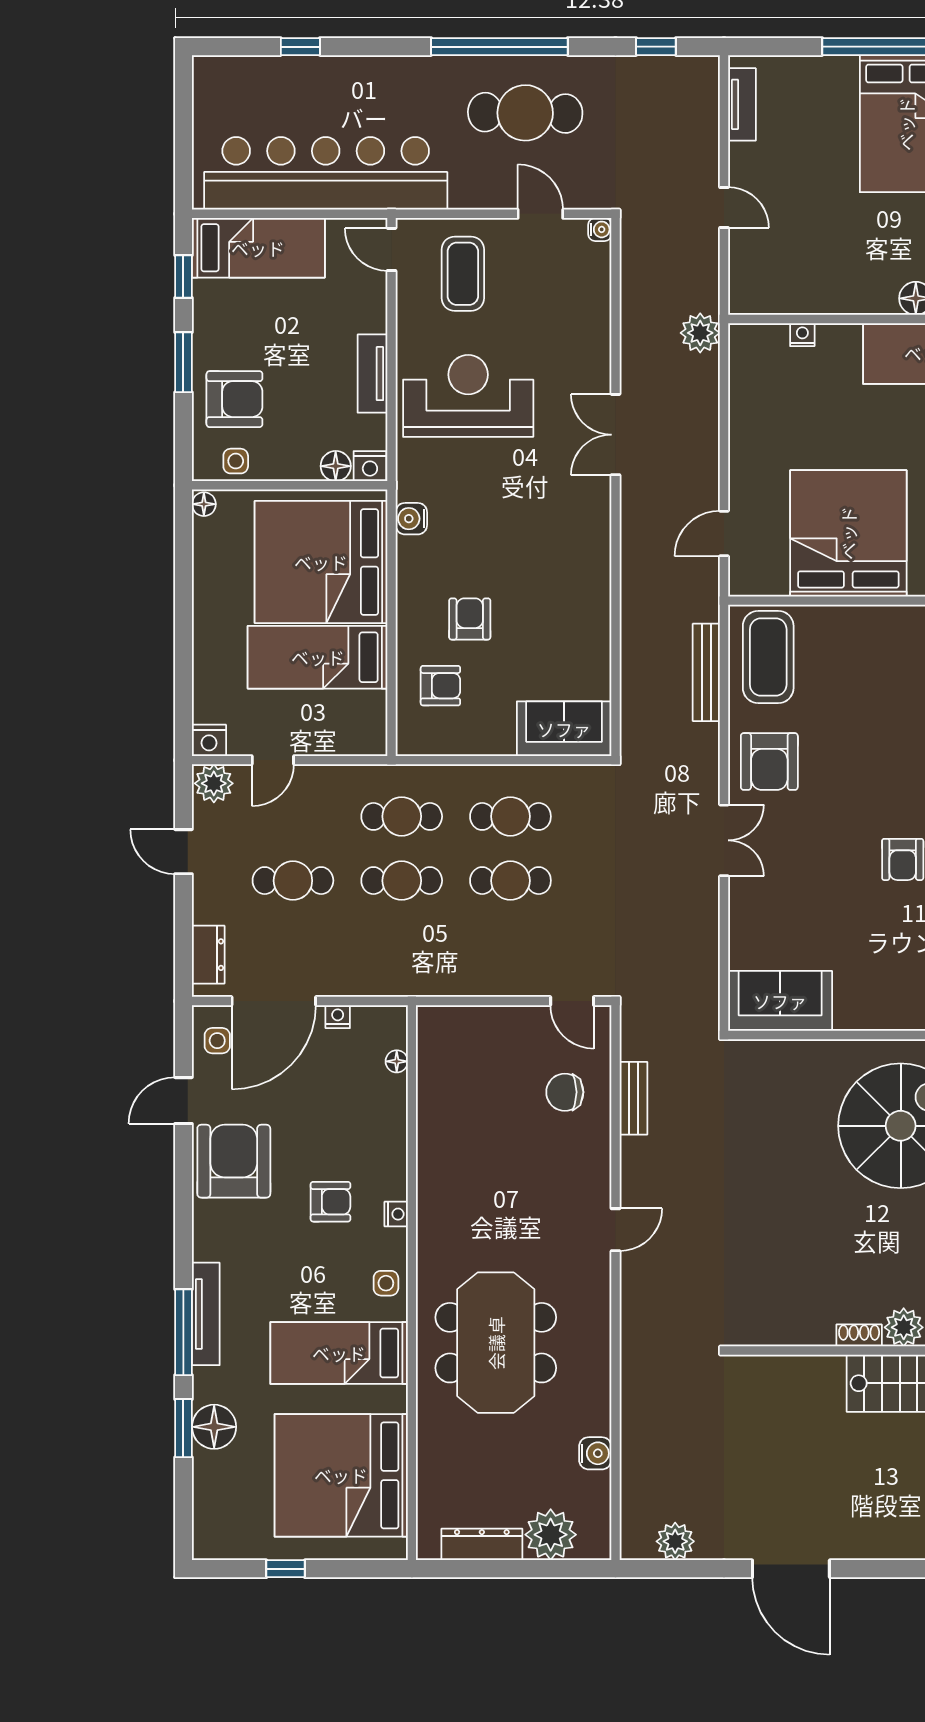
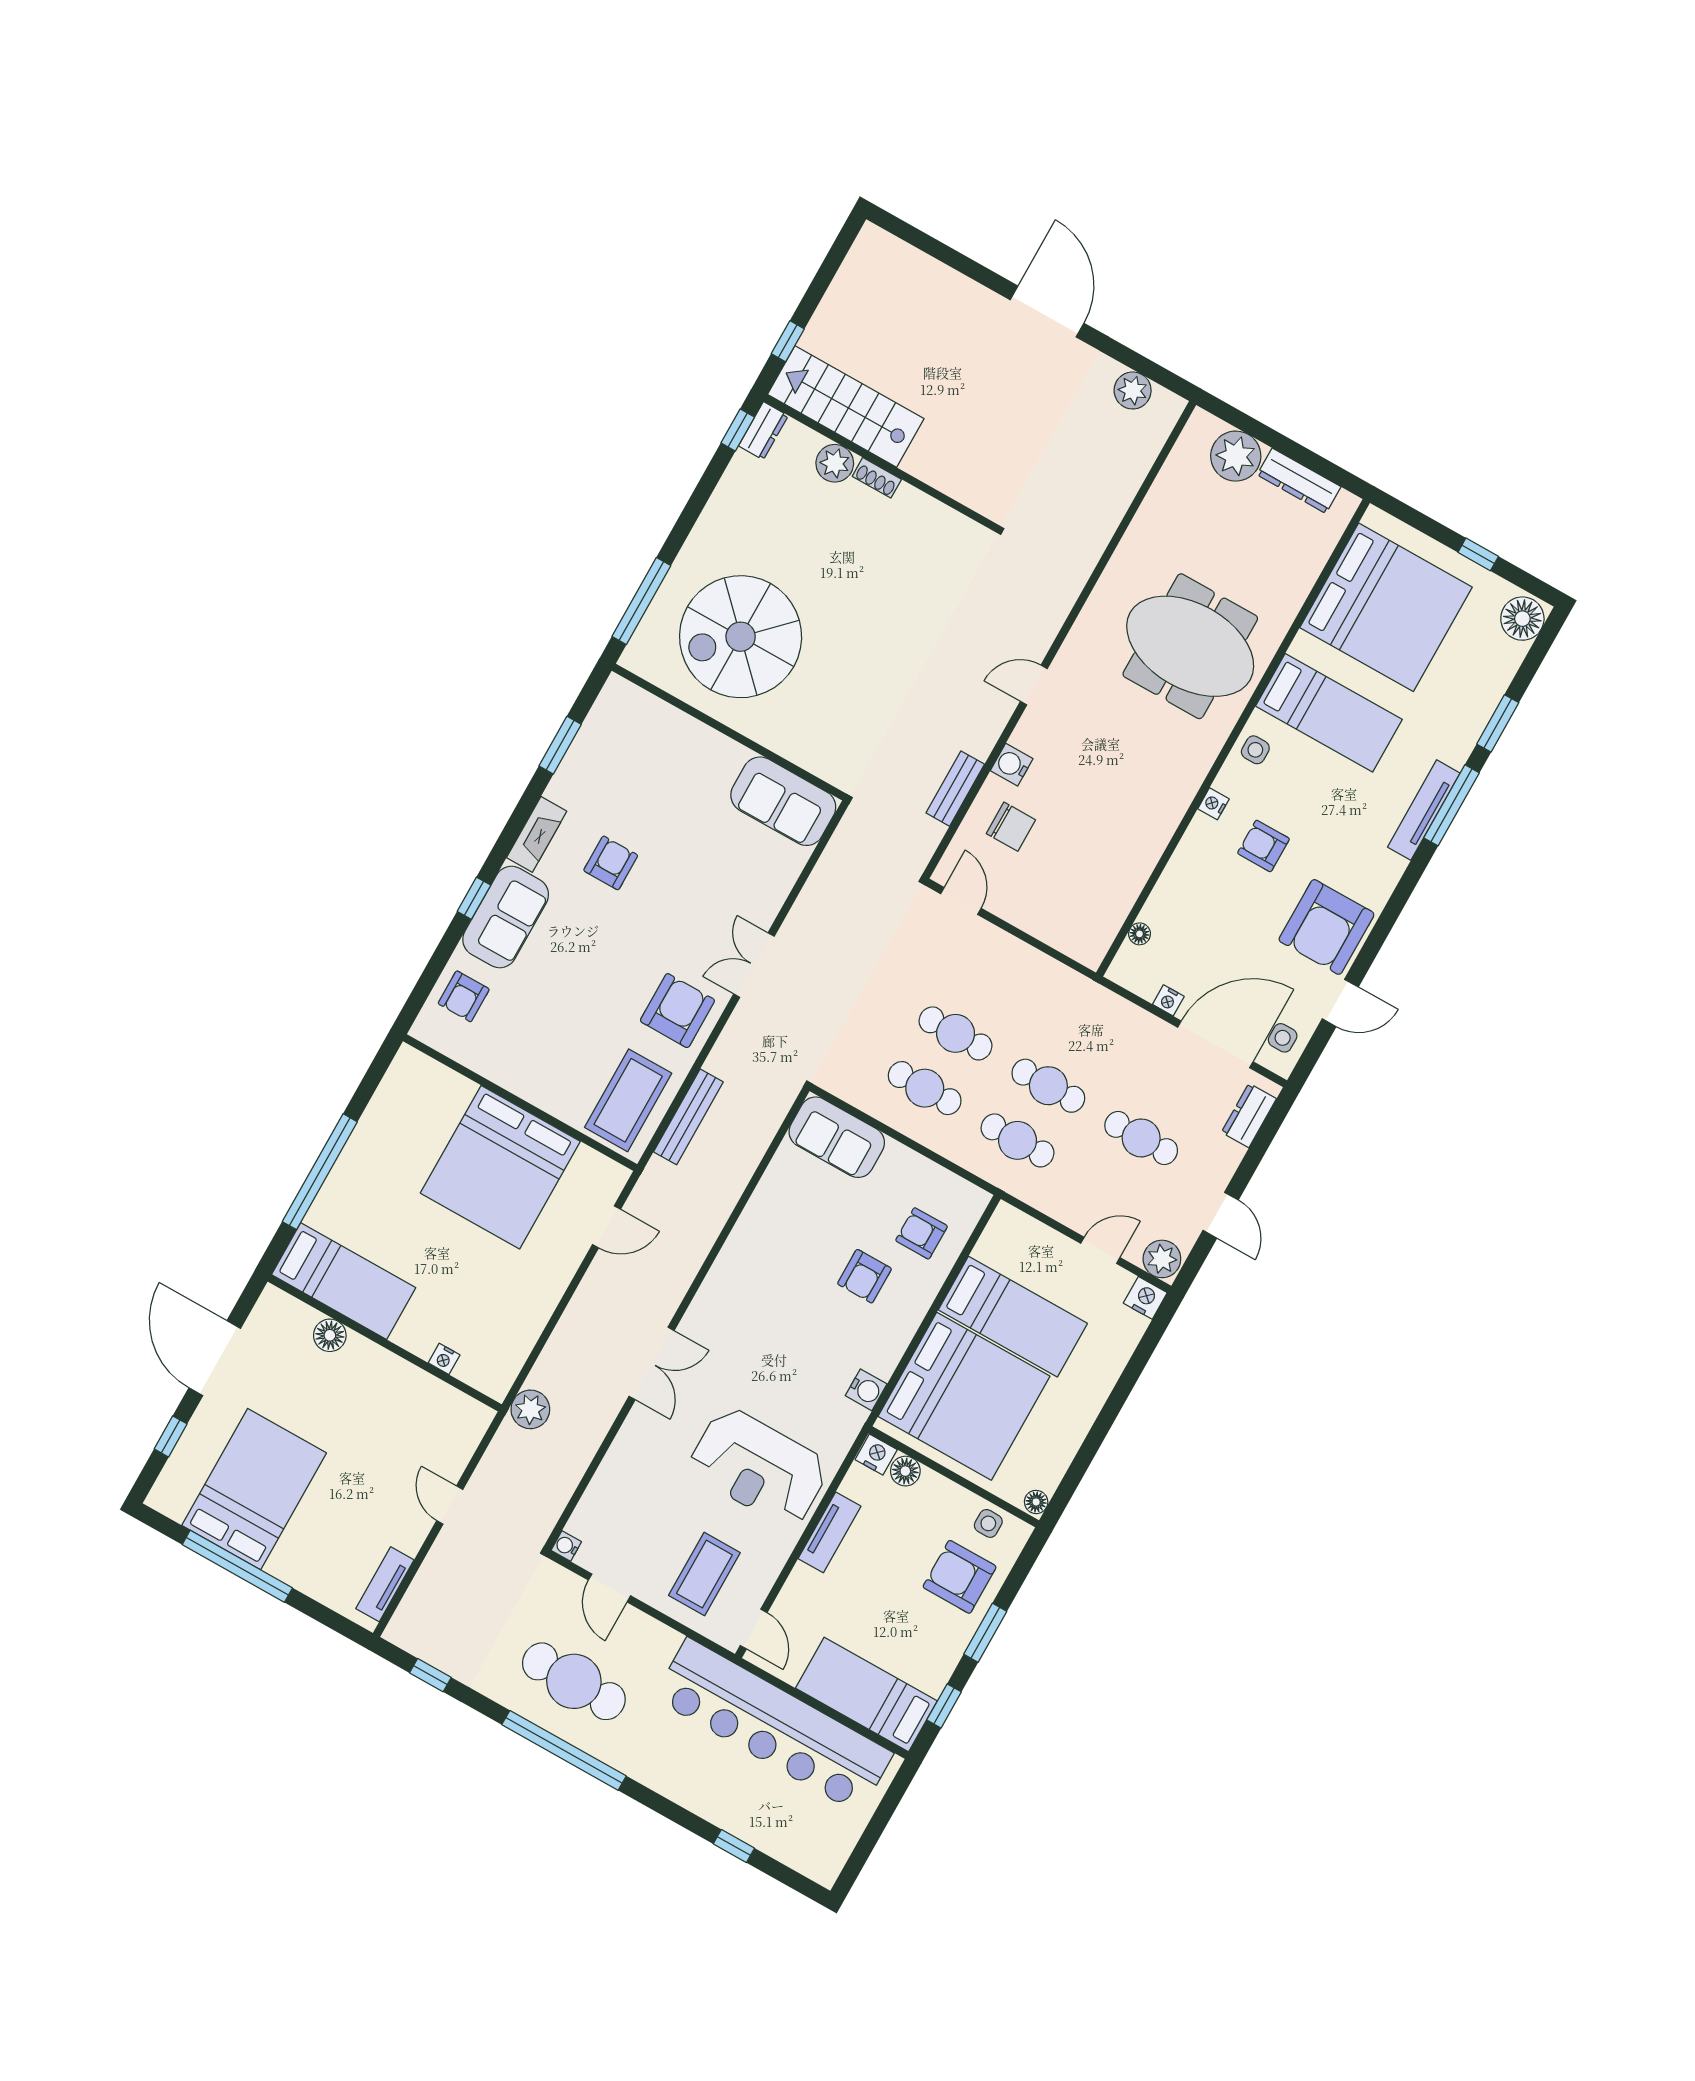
meeting table: (496, 1343) -> (1190, 646), turned 90
floor lamp: (214, 1427) -> (1522, 619), moved
water cooler: (595, 1453) -> (1012, 765), moved

